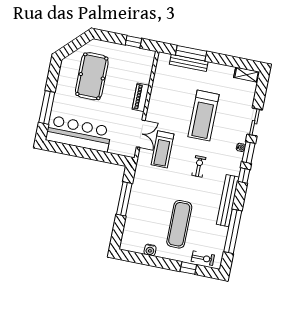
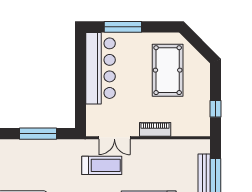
pool table: (92, 76) -> (168, 70), turned 90
treadmill: (163, 149) -> (102, 165), turned 180

